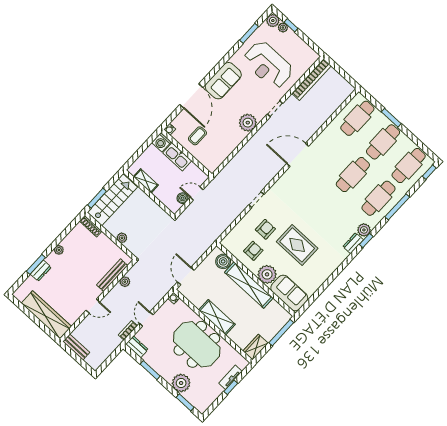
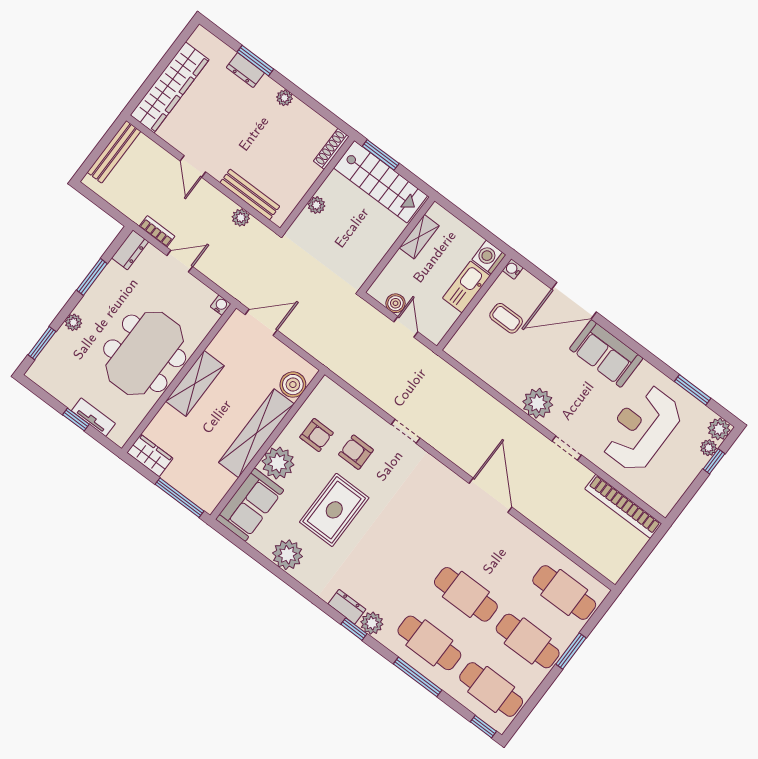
armchair: (265, 229) -> (356, 452), turned 180
plant: (320, 274) -> (288, 555), added
bench: (76, 347) -> (114, 152), width x1.36
plant: (181, 383) -> (73, 322), width x0.53, depth x0.53

